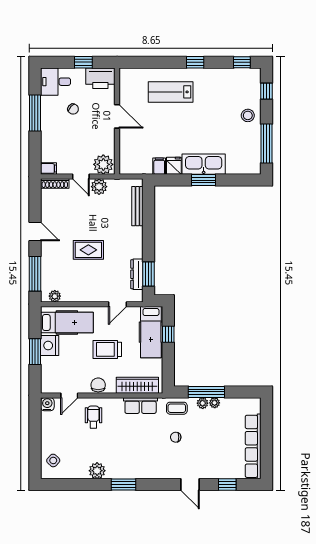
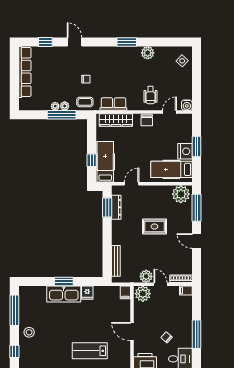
lab bench: (171, 92) -> (90, 351), turned 180
filing cabinet: (159, 166) -> (125, 292), moved
plant: (55, 296) -> (181, 194), width x1.87, depth x1.87
trolley: (107, 349) -> (140, 148), removed

